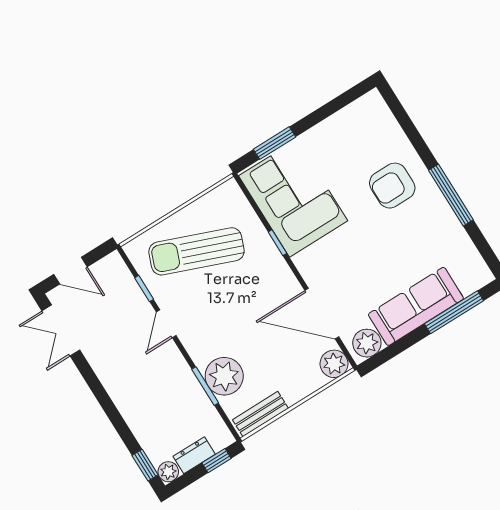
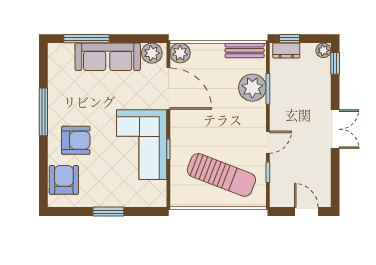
armchair: (377, 130) -> (64, 180), added
window: (275, 143) -> (108, 212), moved
corner sofa: (293, 198) -> (142, 145), moved
double door: (61, 330) -> (335, 129), moved
dresser: (194, 455) -> (286, 51), moved

